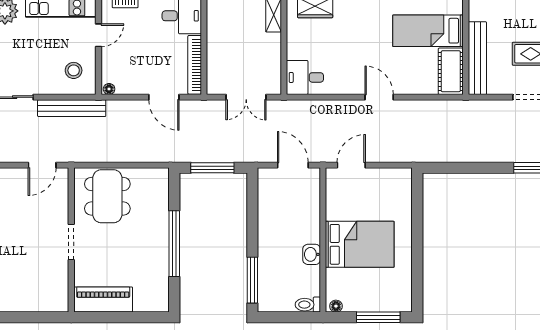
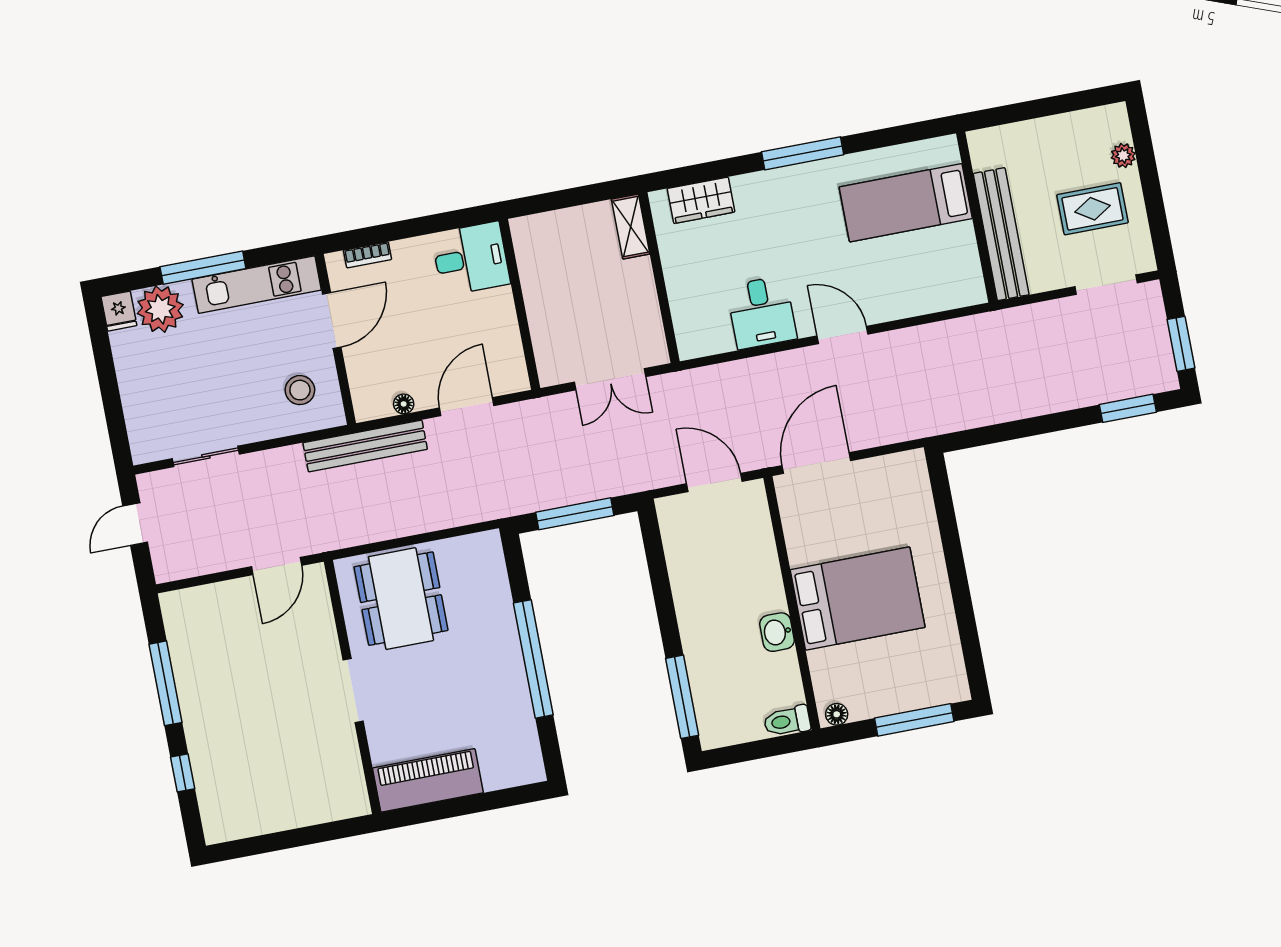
door: (98, 35) -> (332, 320), width x1.38
bookcase: (195, 65) -> (510, 340), removed
cot: (451, 71) -> (959, 266), removed
desk: (305, 77) -> (761, 312), moved, turned -90
floor lamp: (109, 89) -> (404, 404), moved
door: (164, 97) -> (467, 407), swing flipped
bench: (72, 108) -> (365, 446), moved
door: (351, 165) -> (816, 463), width x1.36

